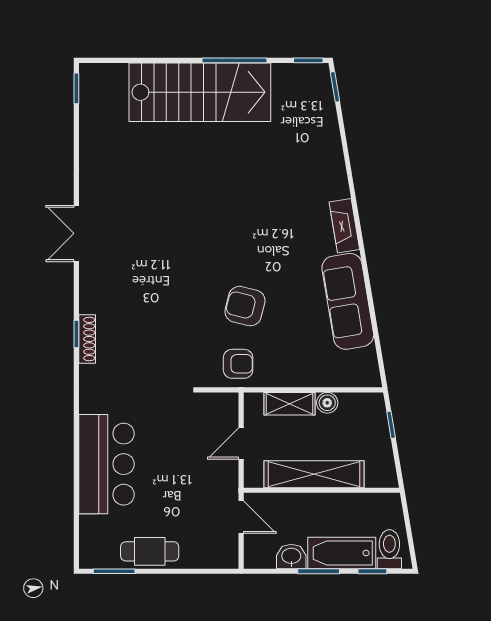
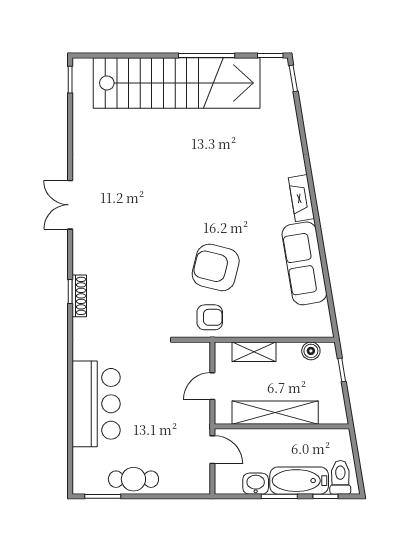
stairs: (200, 92) -> (177, 83), width x1.36
armchair: (245, 306) -> (216, 267), width x1.36, depth x1.36
boiler: (327, 403) -> (311, 351), moved

